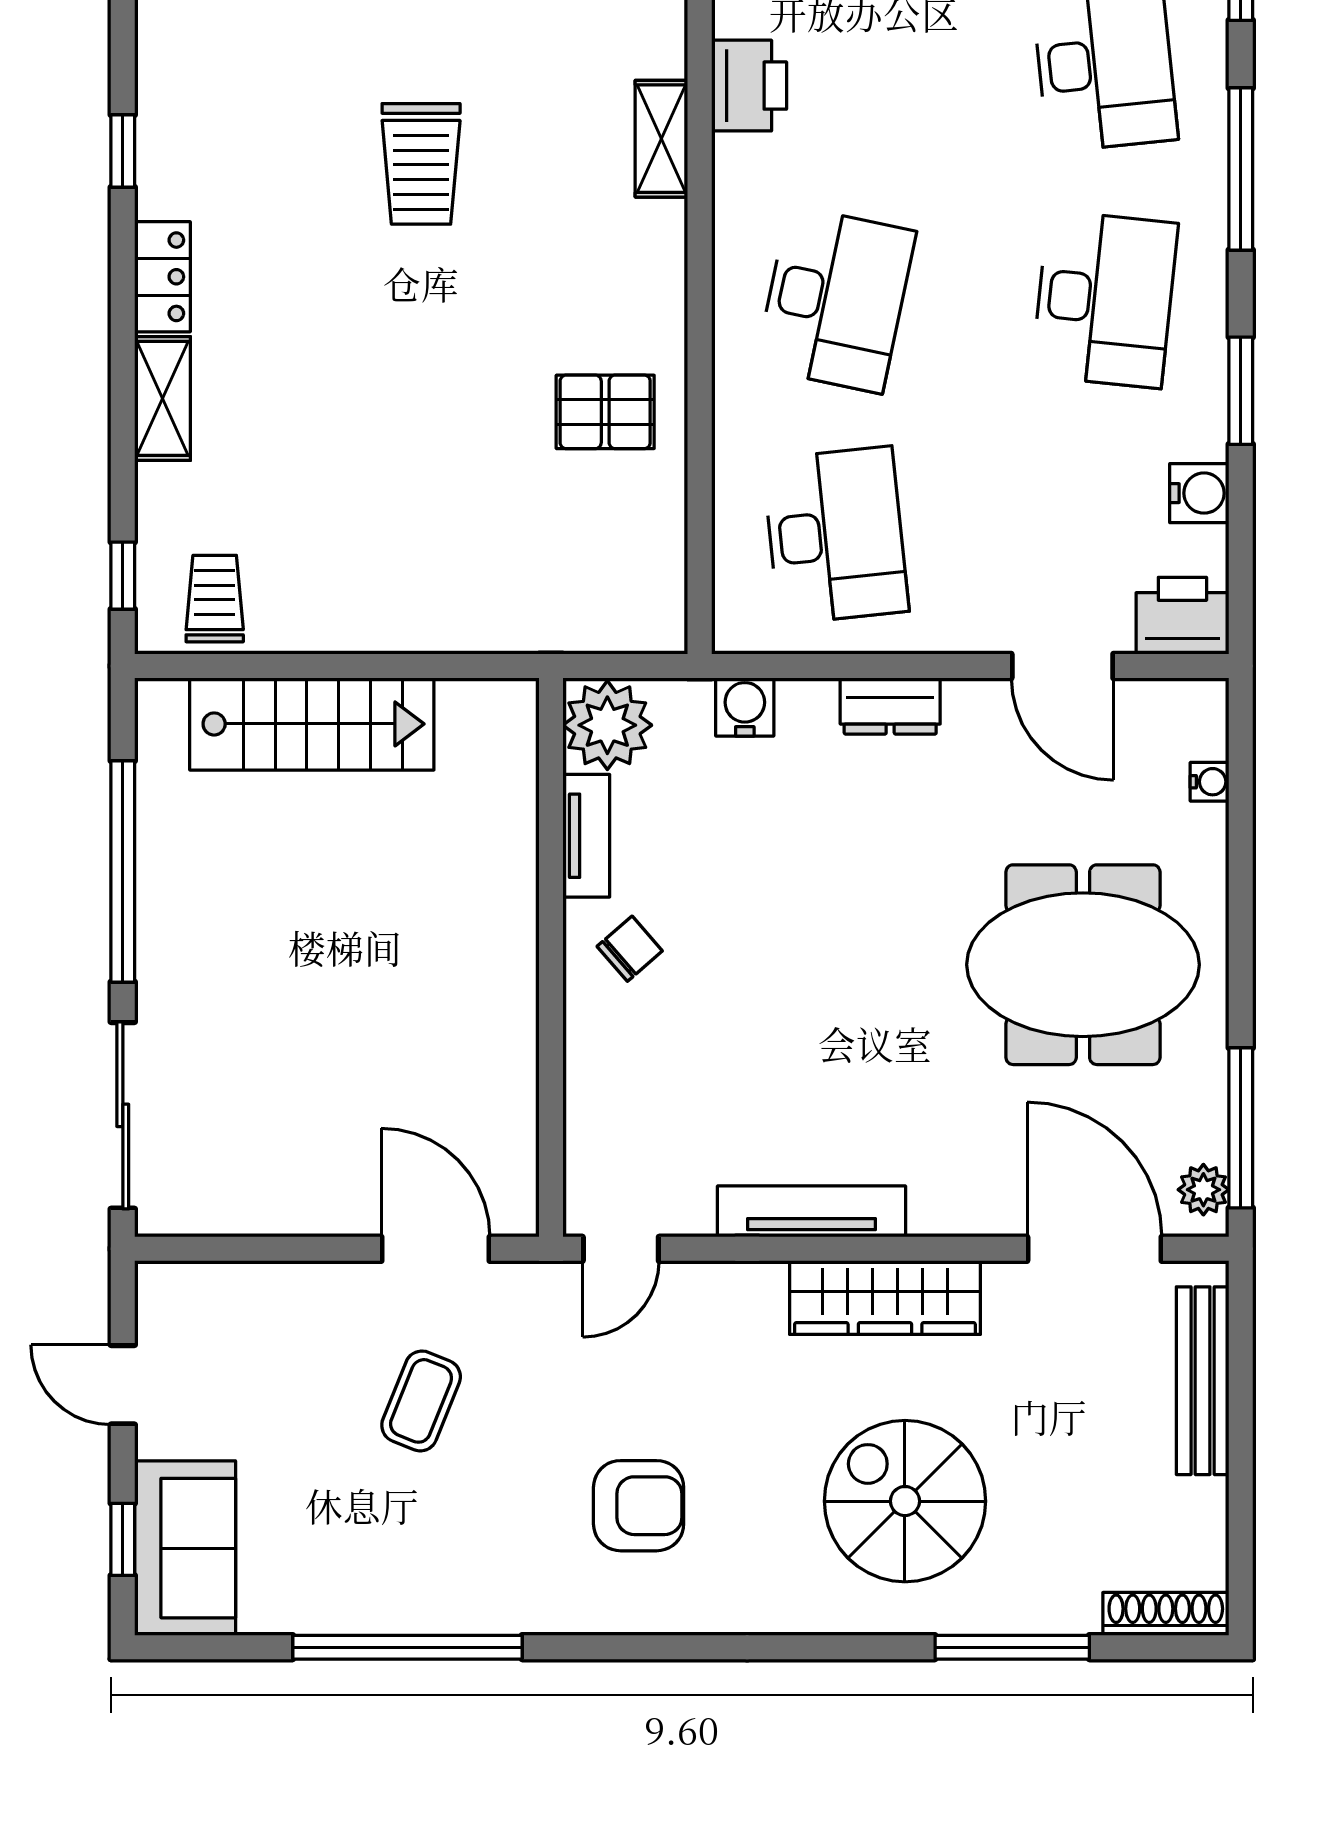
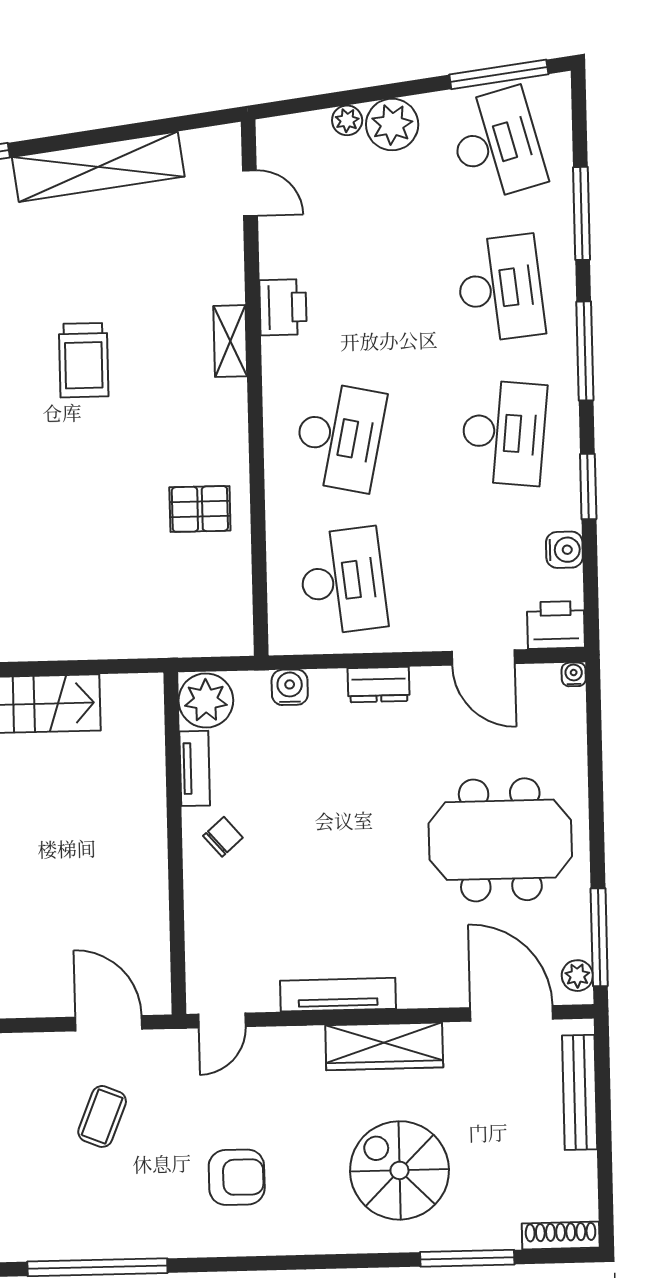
water cooler: (1210, 782) -> (574, 674), moved, turned -90

